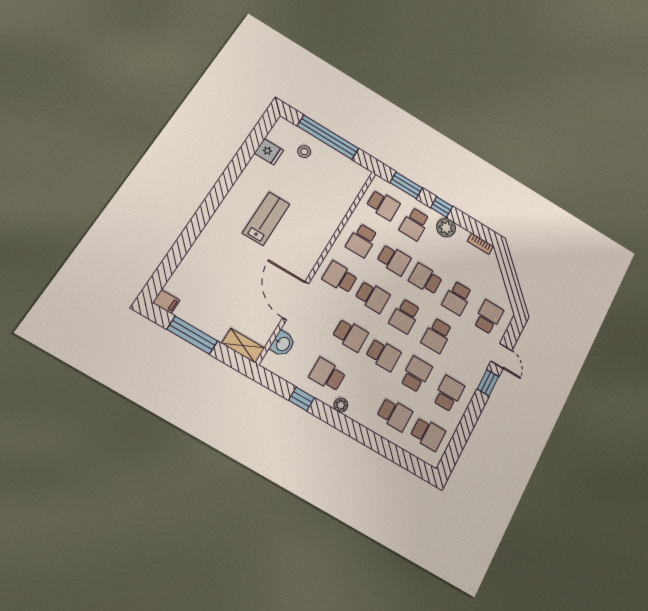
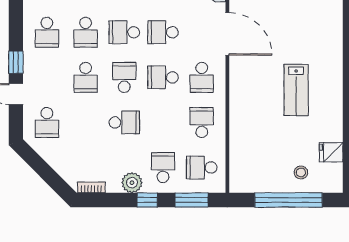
school desk: (394, 260) -> (163, 122), removed
school desk: (340, 277) -> (202, 77), turned 90
school desk: (457, 298) -> (86, 122), removed
school desk: (437, 335) -> (86, 77), turned 180

